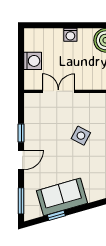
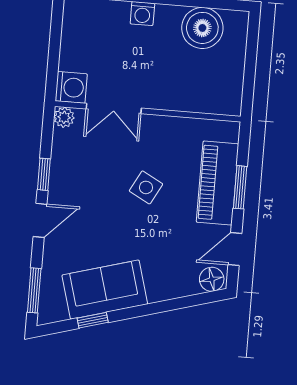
washing machine: (33, 61) -> (71, 87), moved
double door: (58, 91) -> (114, 109), swing flipped
plant: (30, 99) -> (64, 117), added

